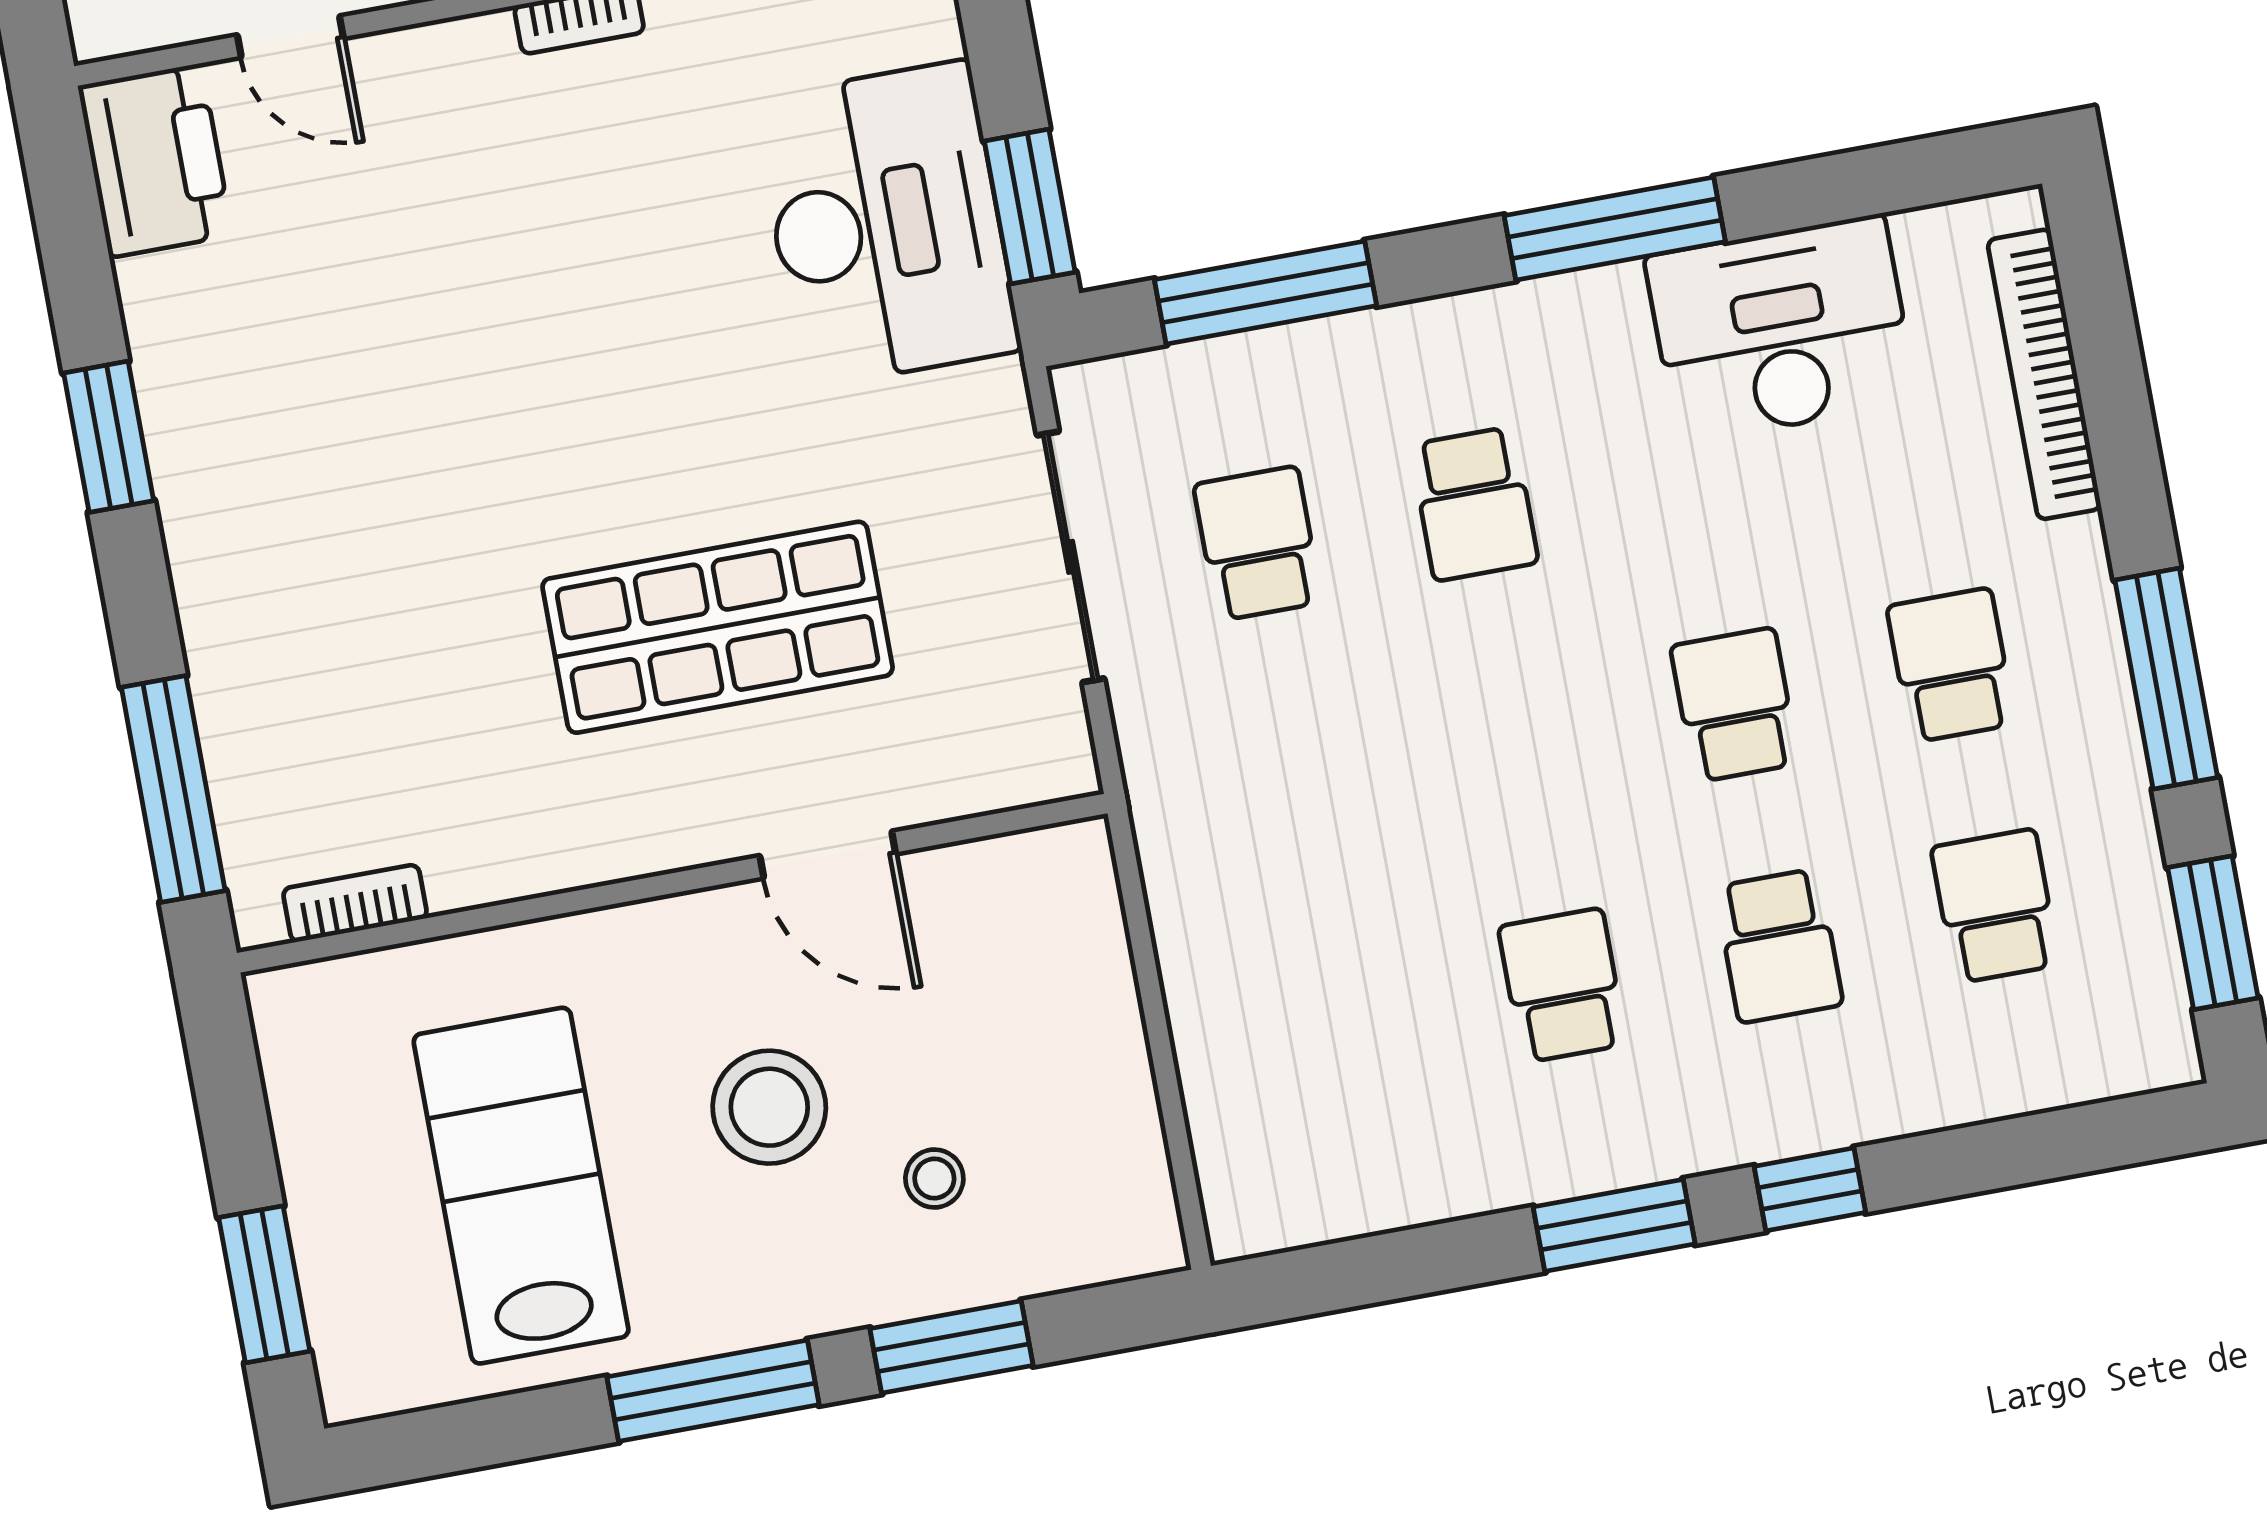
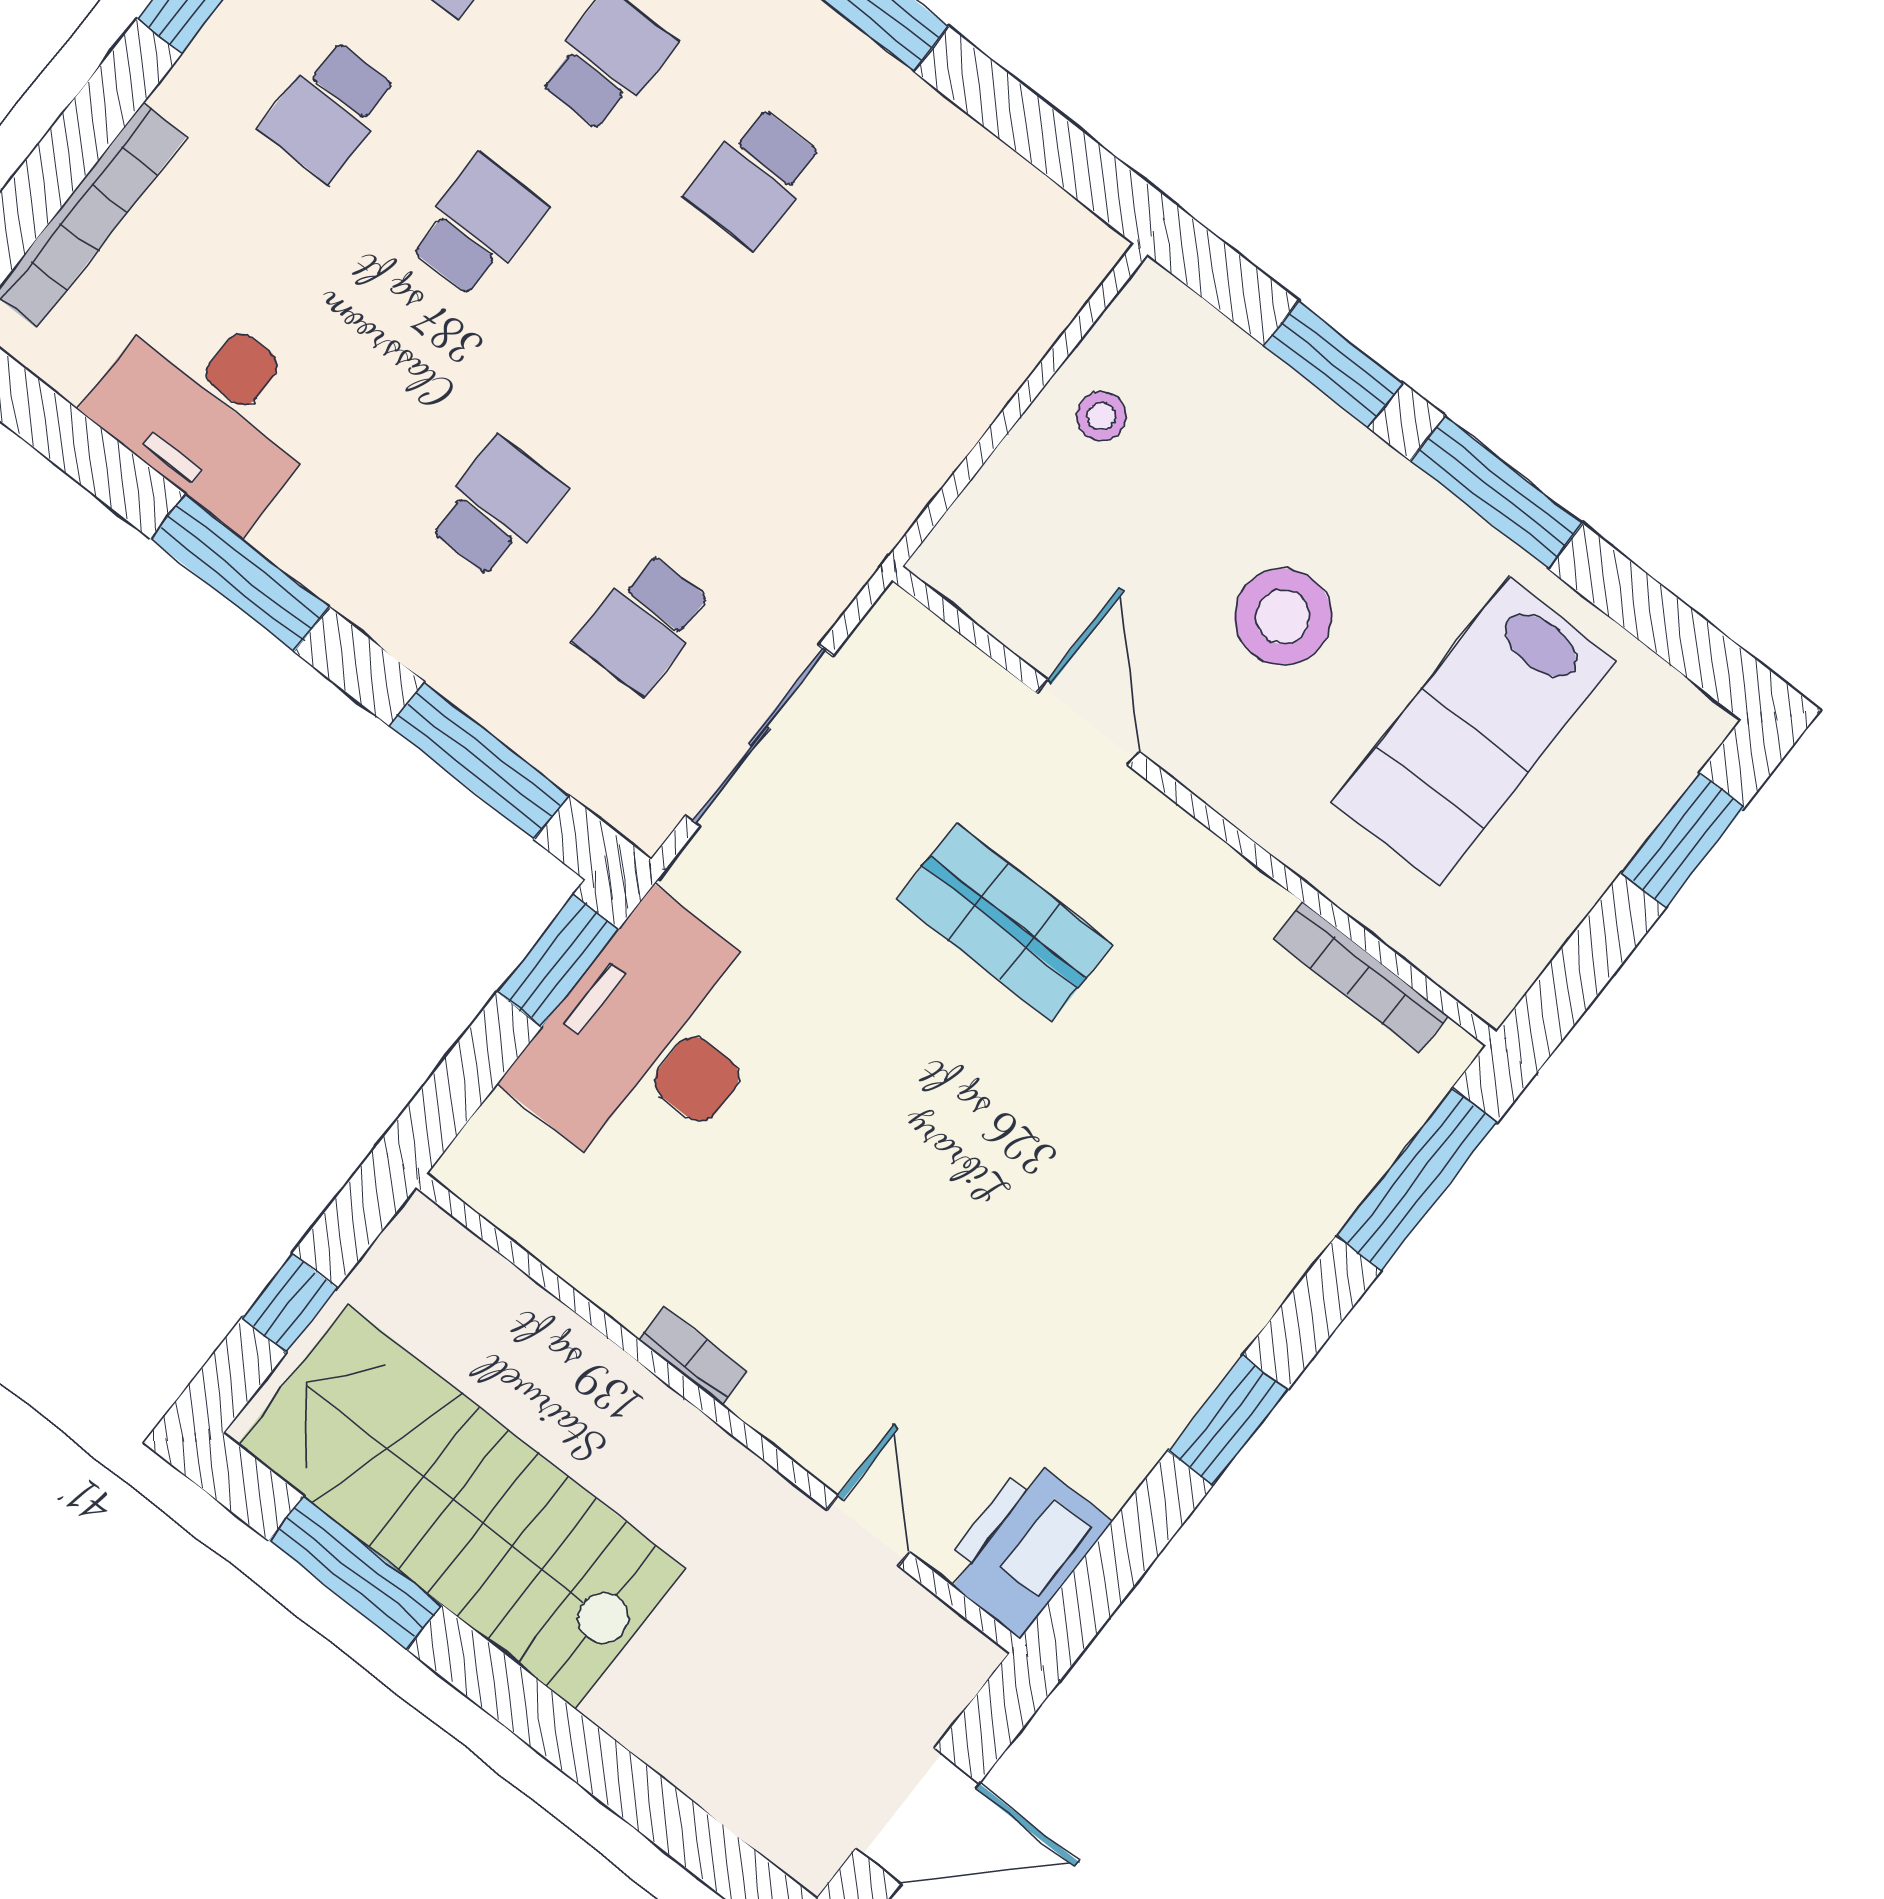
shop shelf: (718, 627) -> (1004, 922), width x0.70, depth x0.74
school desk: (1735, 705) -> (477, 226), turned 180
bookcase: (355, 903) -> (1361, 977), width x1.56
stool: (934, 1179) -> (1101, 416), moved

